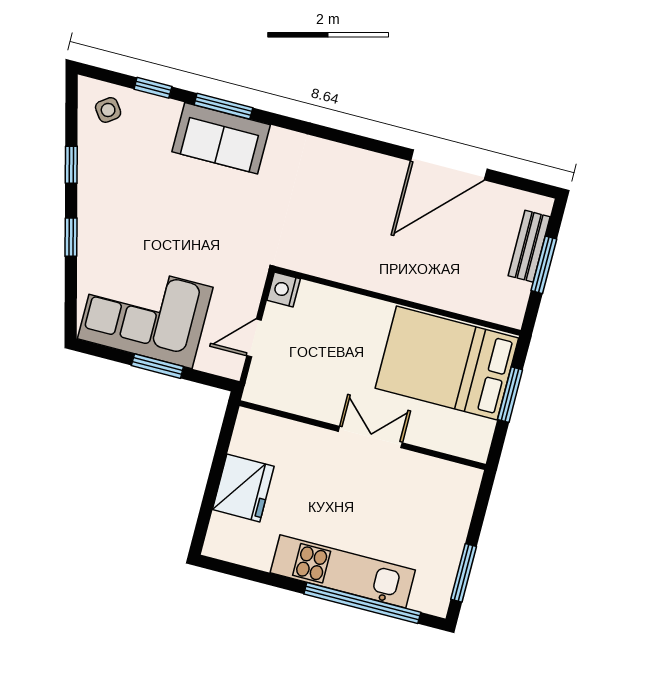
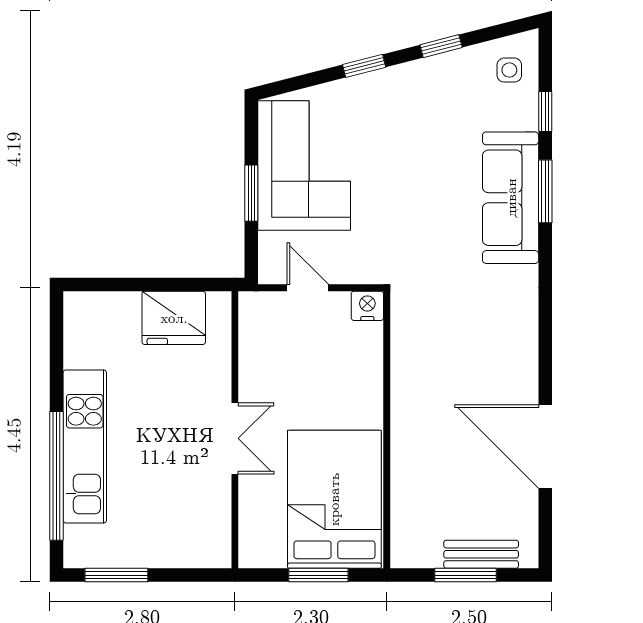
side table: (108, 110) -> (509, 70), turned 36
sofa: (221, 138) -> (511, 198), width x1.36
fridge: (243, 488) -> (174, 318), moved

